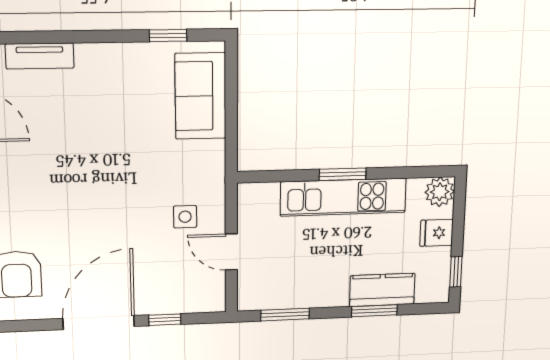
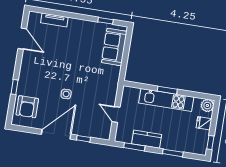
side table: (185, 217) -> (66, 94), moved
kitchen counter: (382, 290) -> (147, 139), moved

